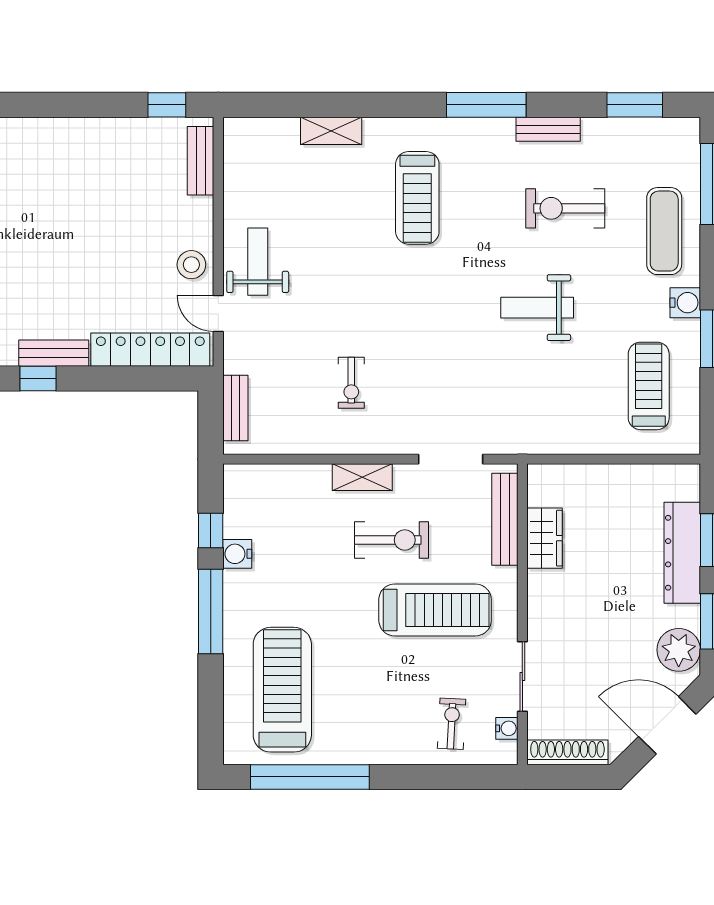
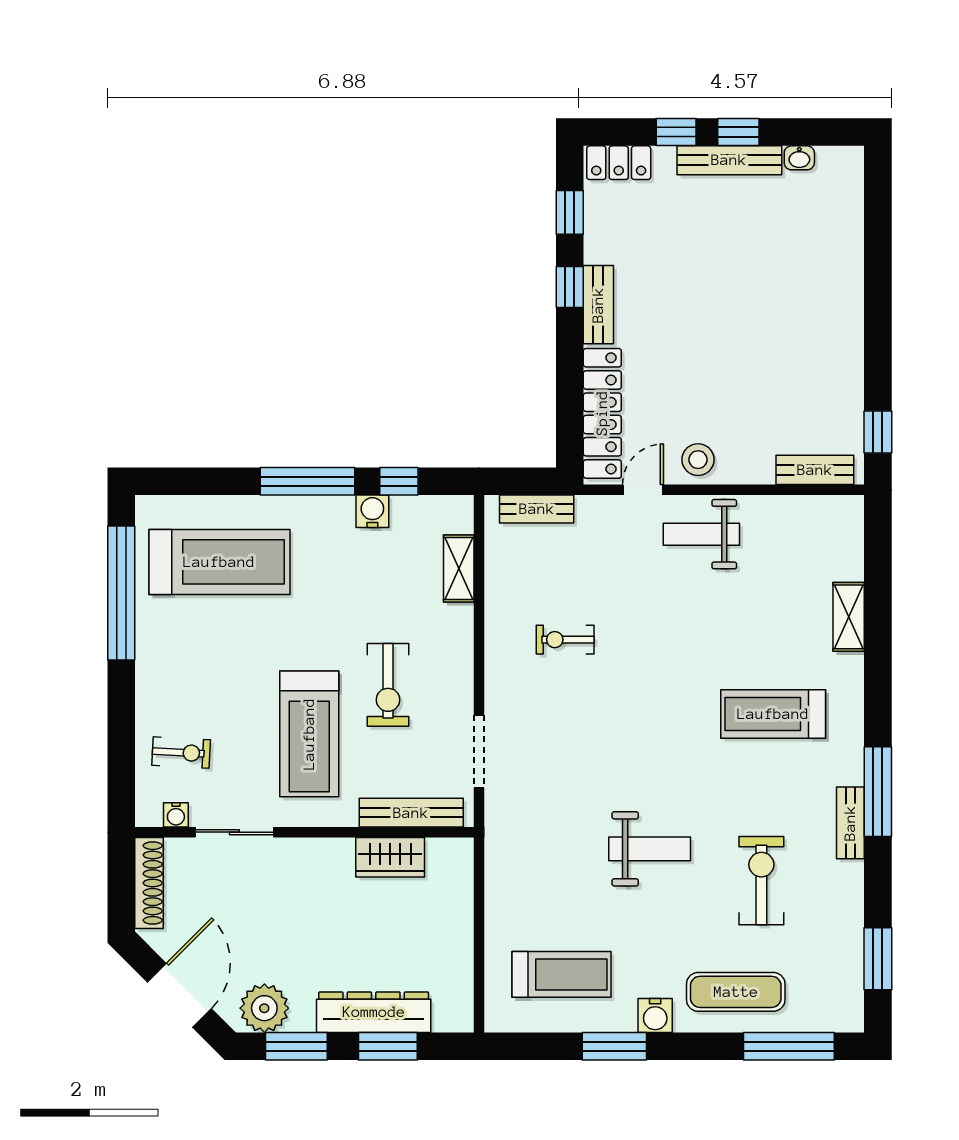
bench: (548, 129) -> (850, 823), moved
weight bench: (258, 262) -> (701, 534), turned 180
weight bench: (537, 308) -> (650, 849), turned 90
shelving: (362, 477) -> (459, 568), moved

